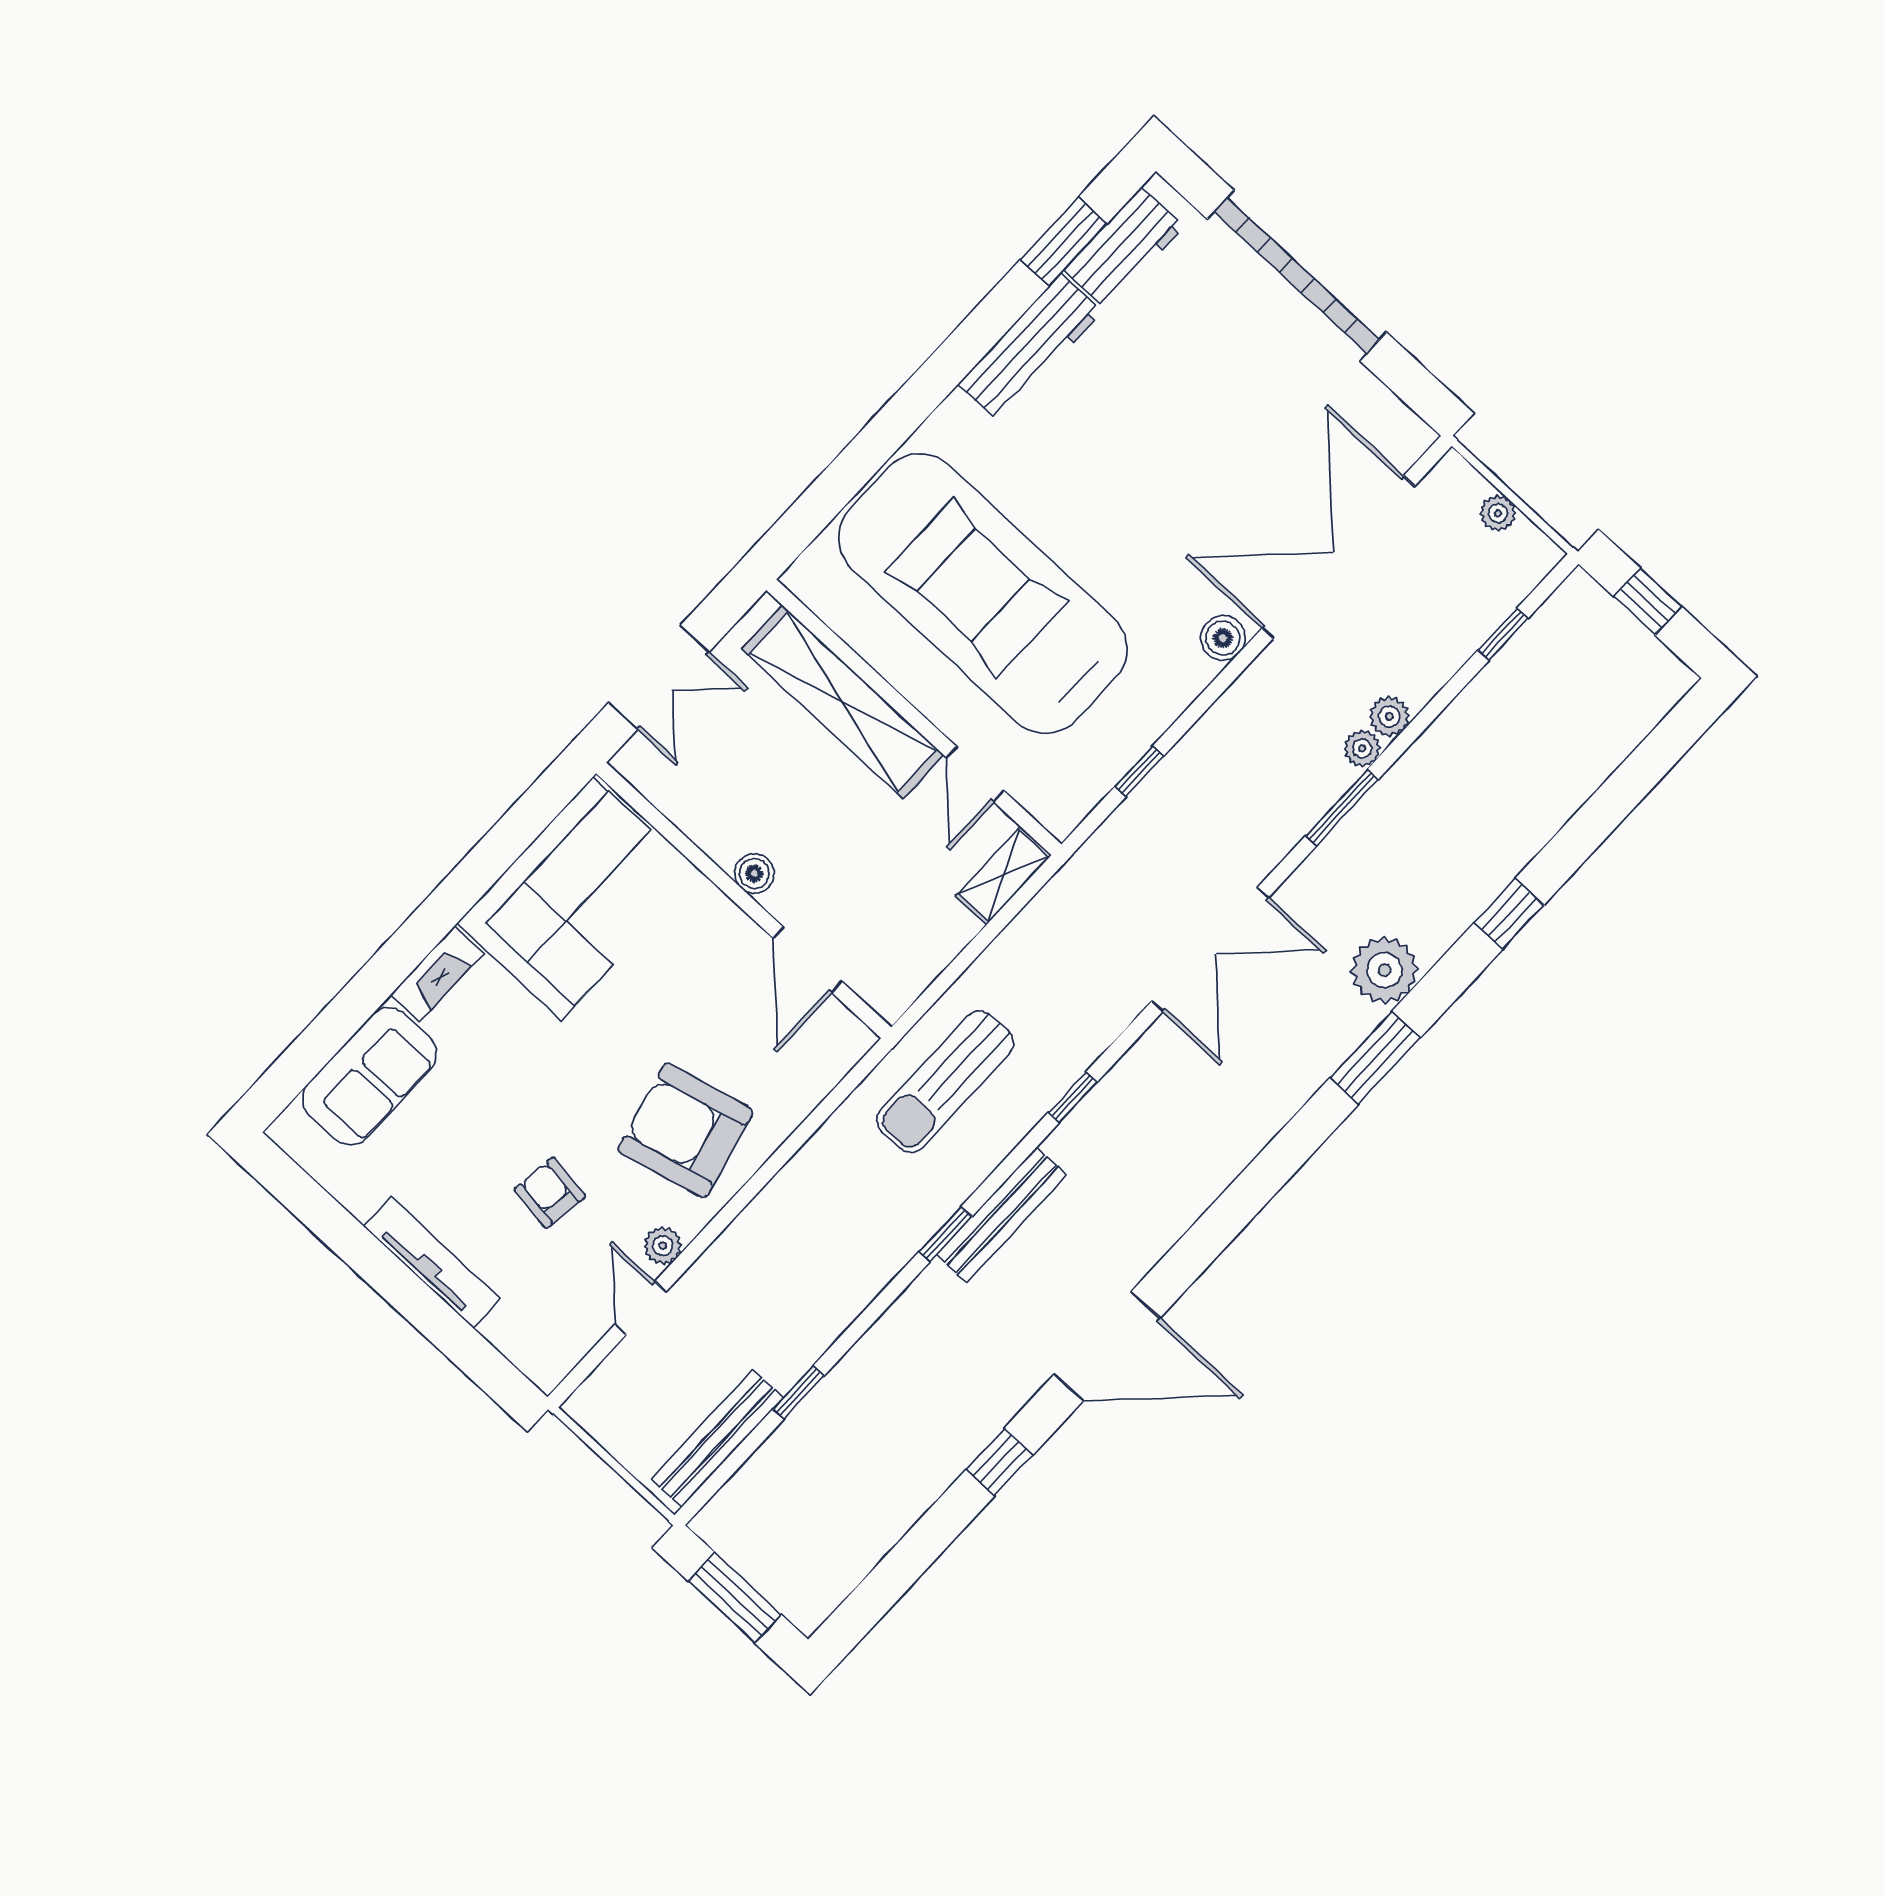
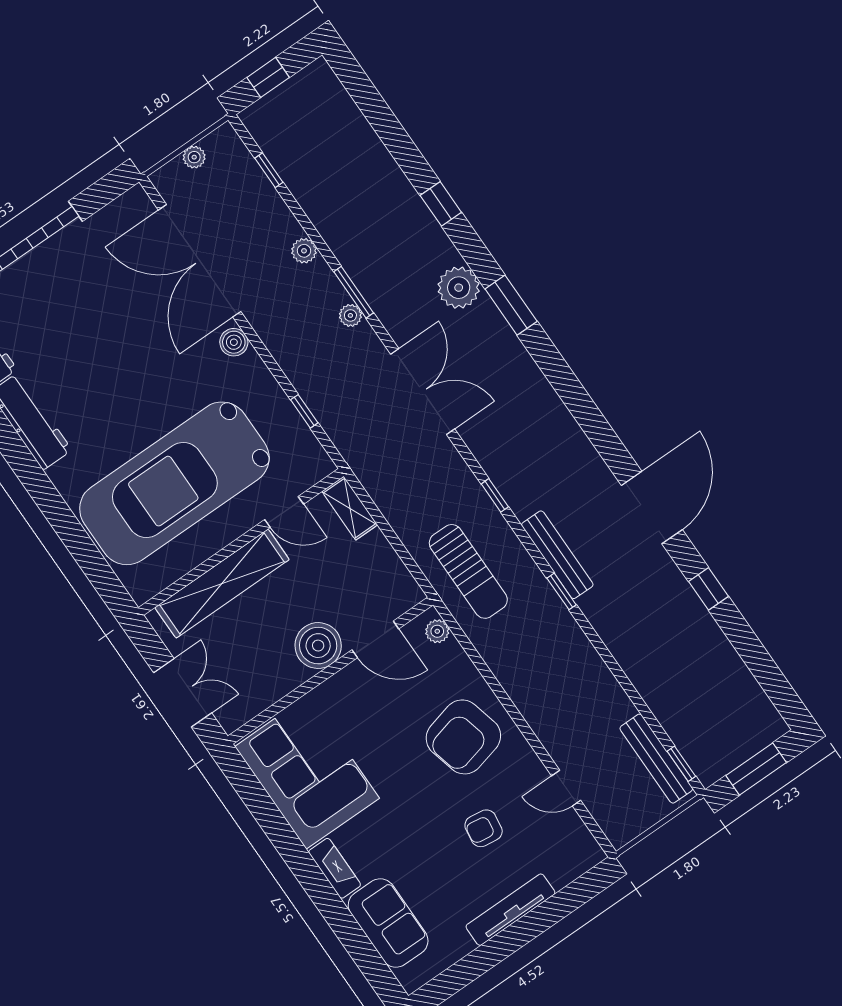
plant: (1362, 749) -> (350, 315), moved
boiler: (754, 874) -> (318, 646), width x1.86, depth x1.86
plant: (663, 1246) -> (437, 631), moved
window: (798, 1392) -> (681, 764), moved

